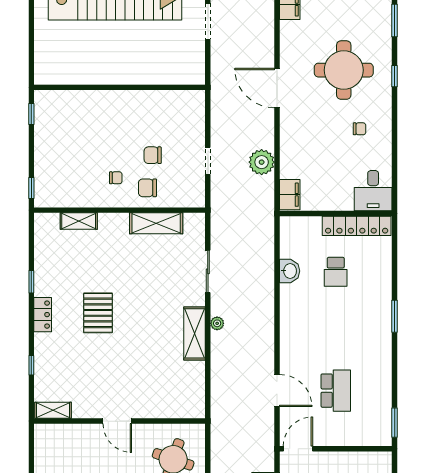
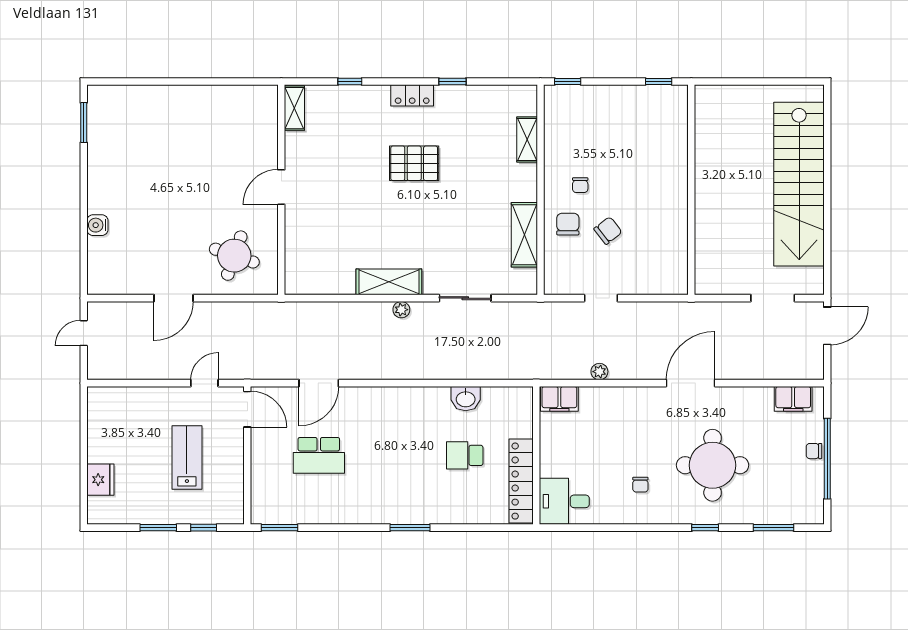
chair: (153, 155) -> (608, 231), turned 52
plant: (262, 162) -> (599, 372), width x0.53, depth x0.53

